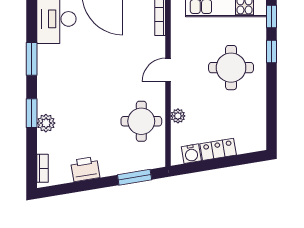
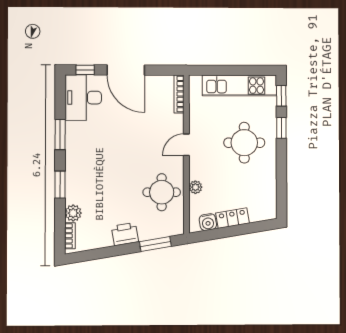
plant: (46, 123) -> (73, 213), moved
printer: (85, 169) -> (125, 234), moved

